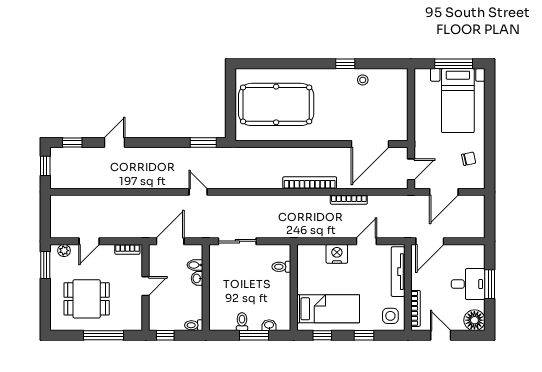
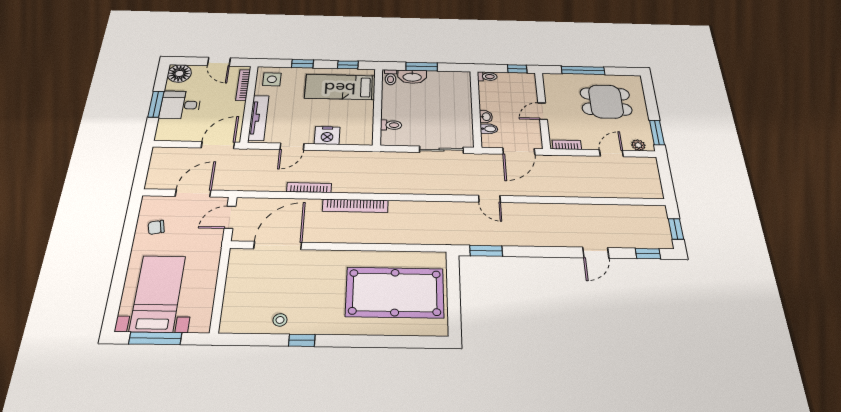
toilet: (242, 322) -> (391, 77), moved
washbasin: (269, 325) -> (412, 77), width x1.91, depth x1.45

